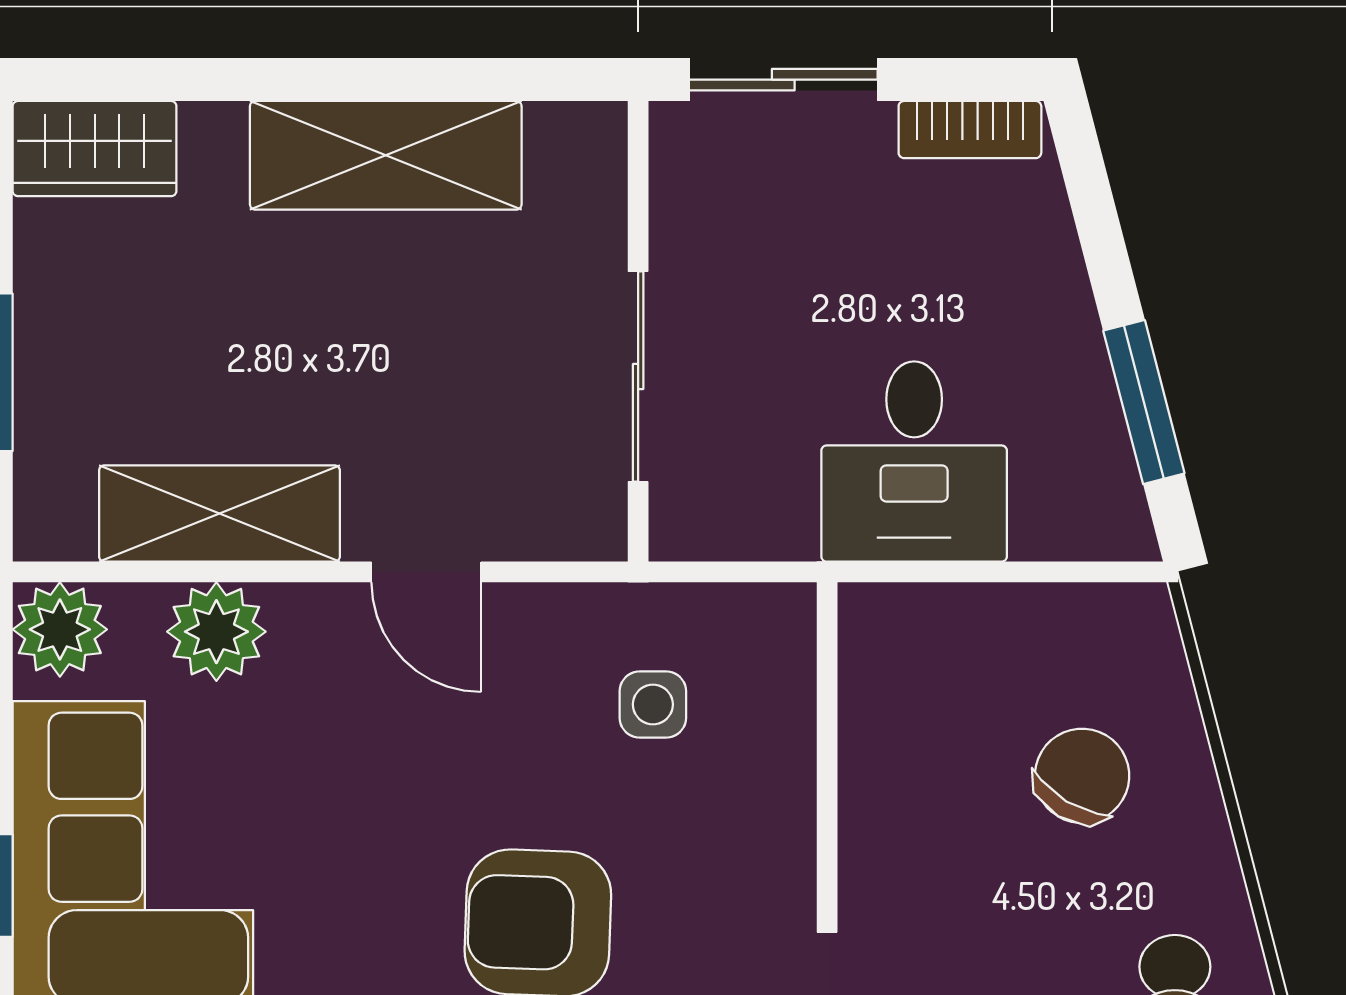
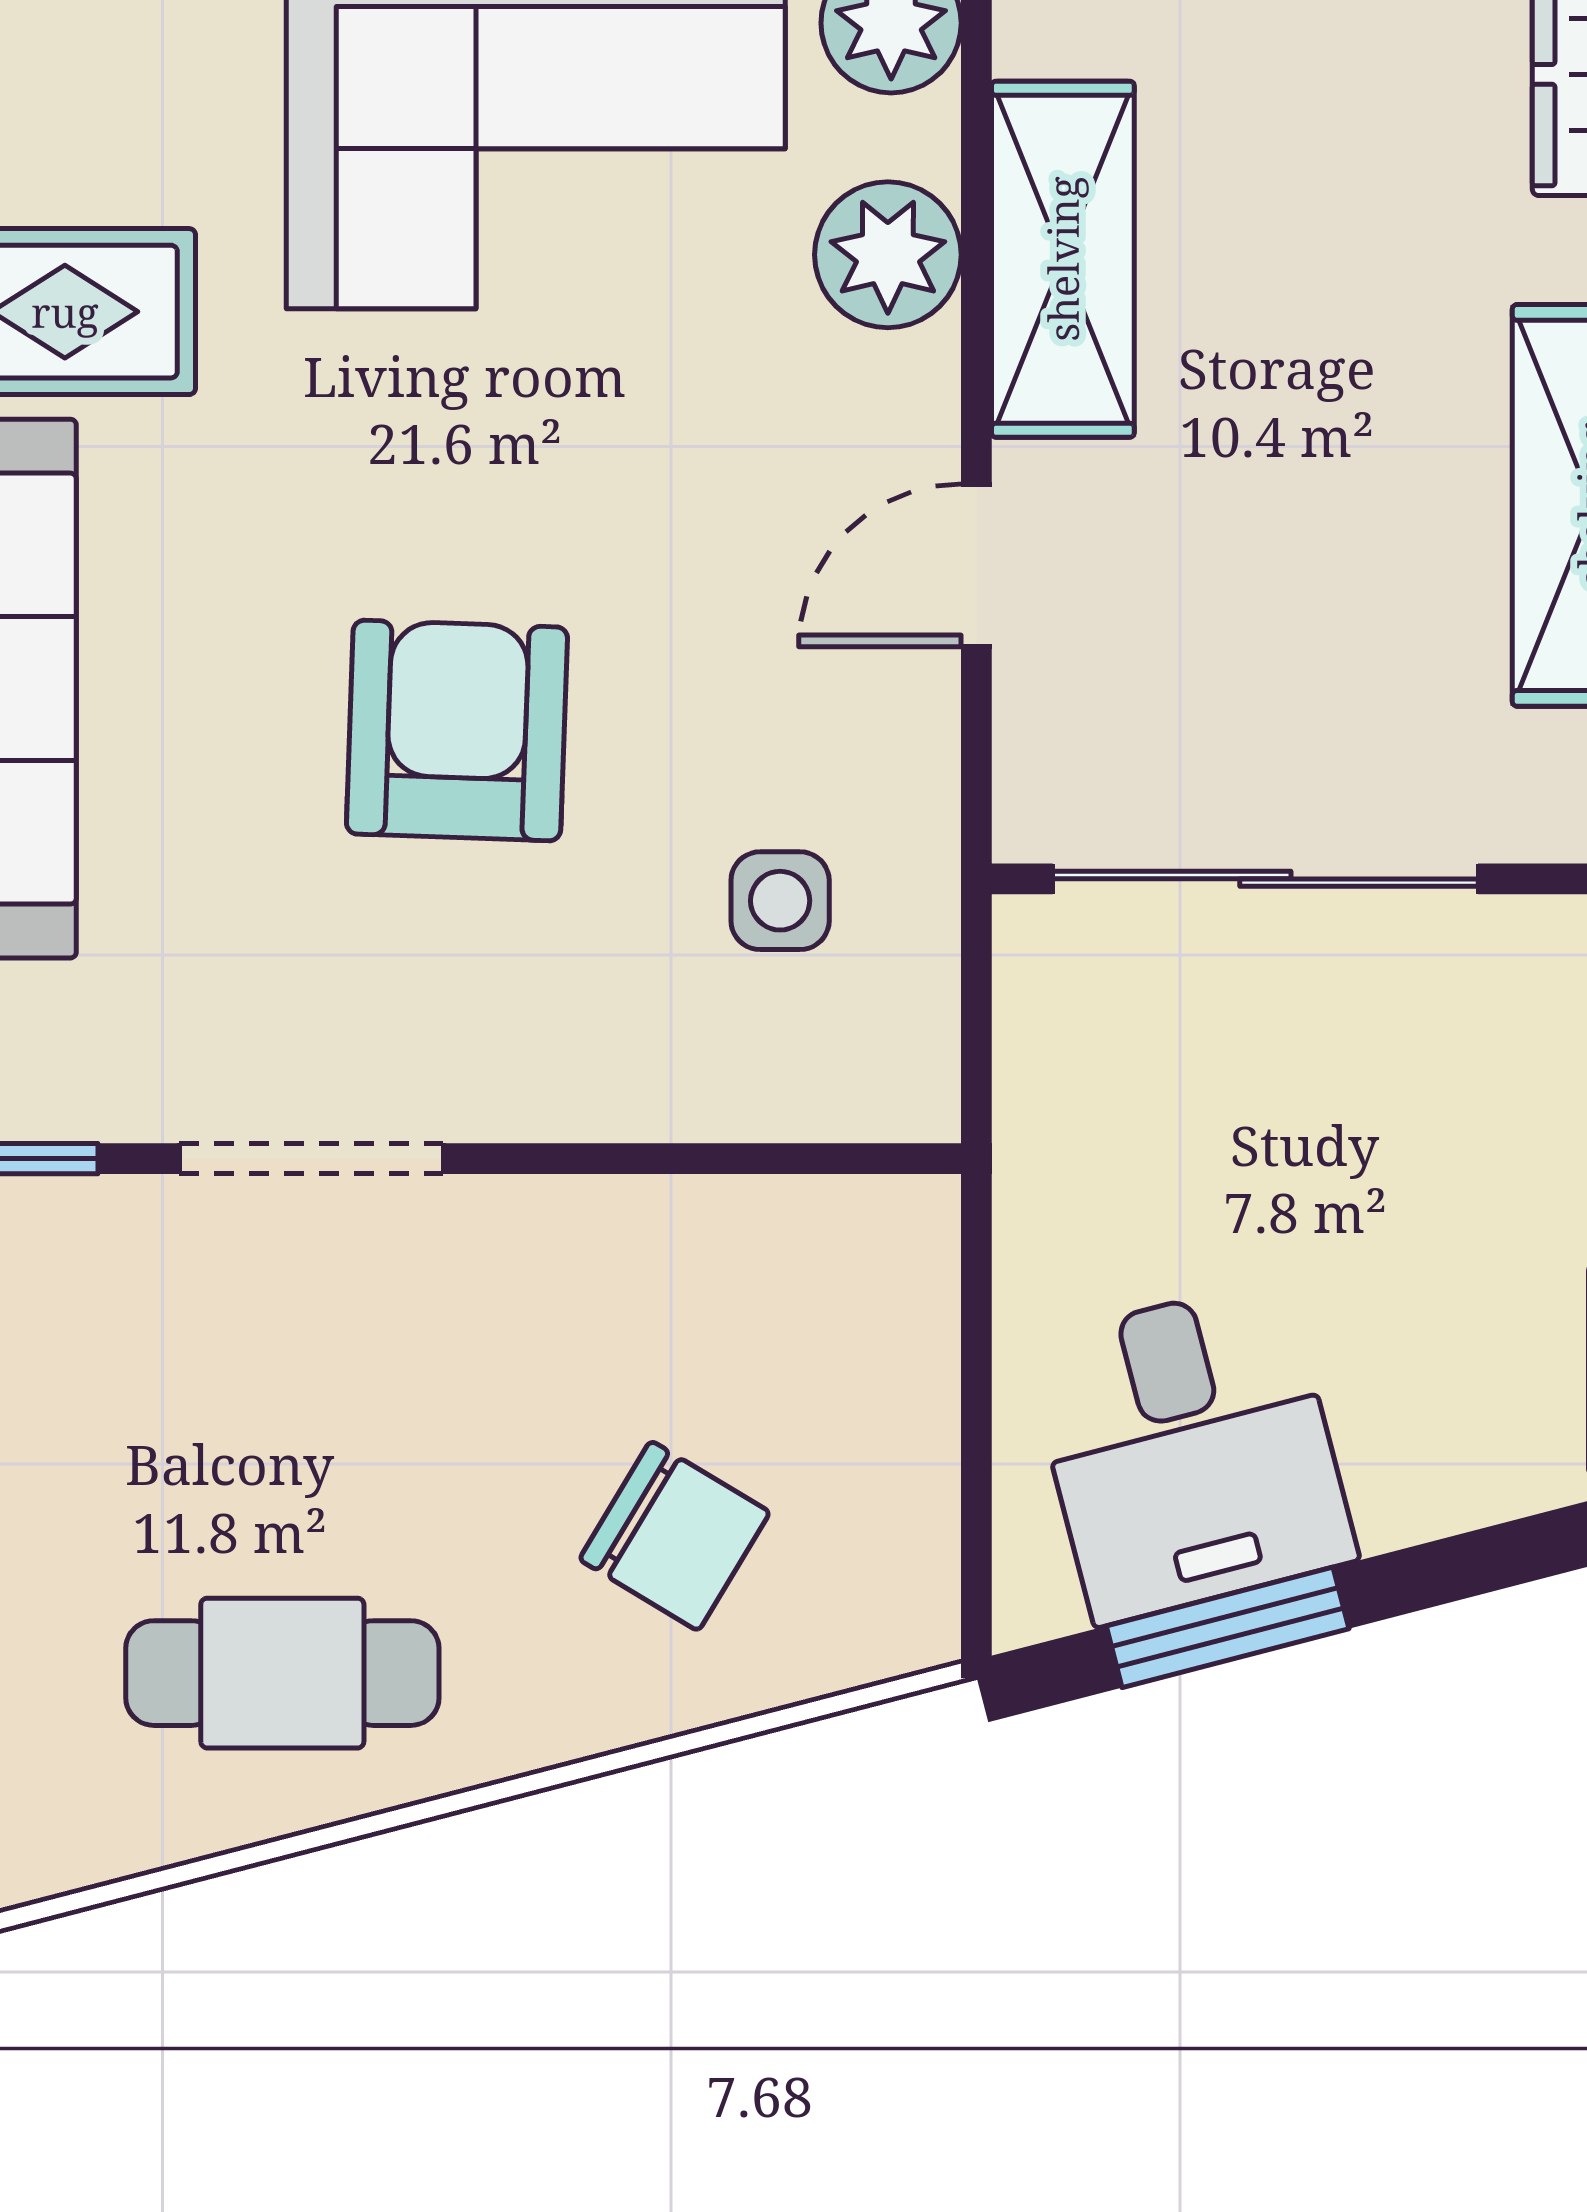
sliding door: (638, 376) -> (1265, 879), width x1.37
desk: (914, 461) -> (1190, 1451), moved, turned -105

